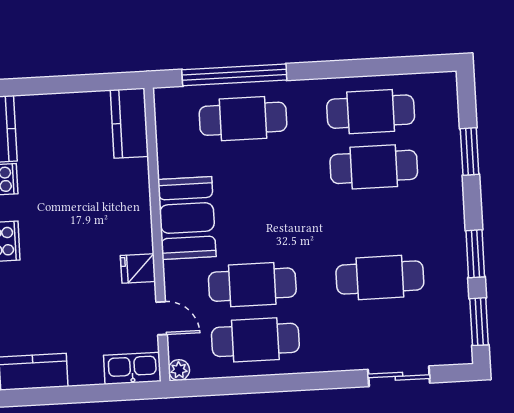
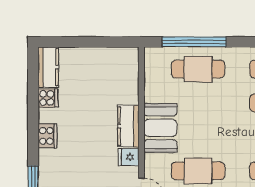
kitchen counter: (129, 123) -> (128, 126), moved

